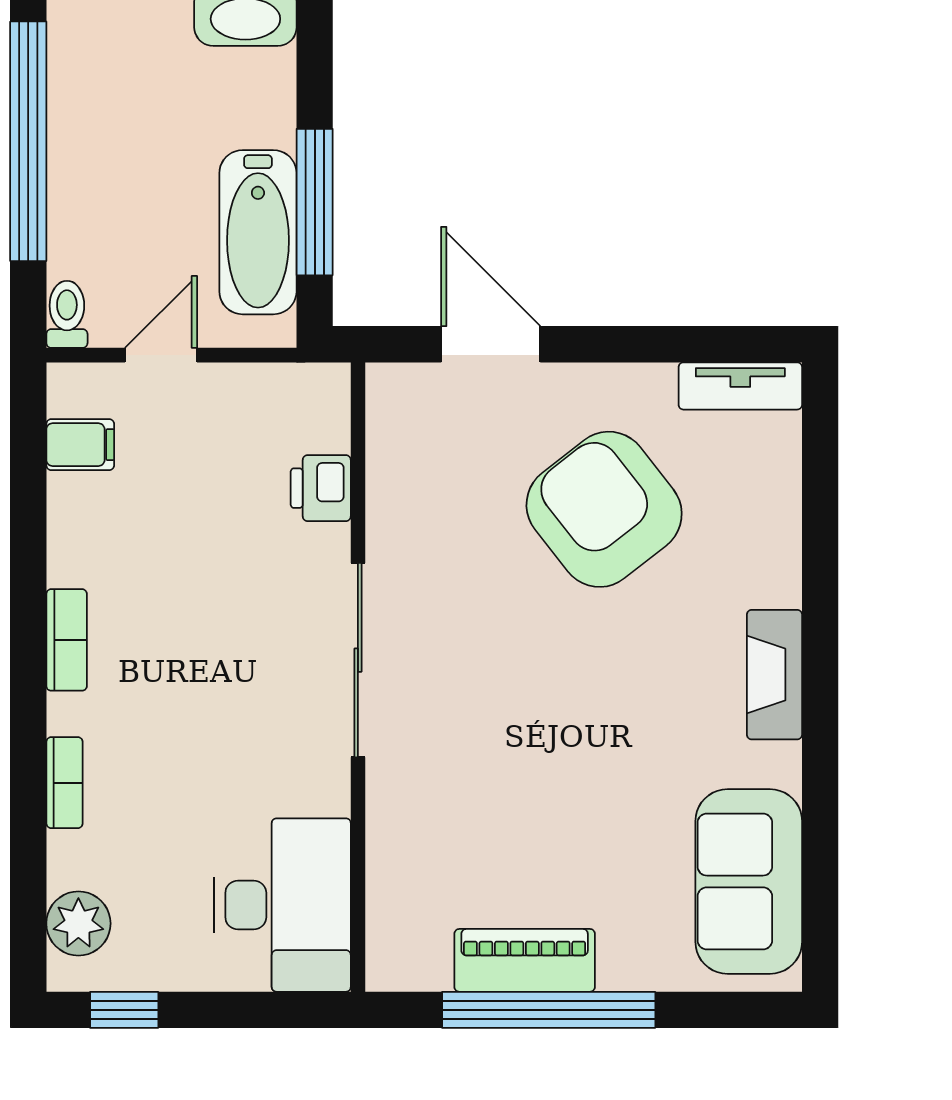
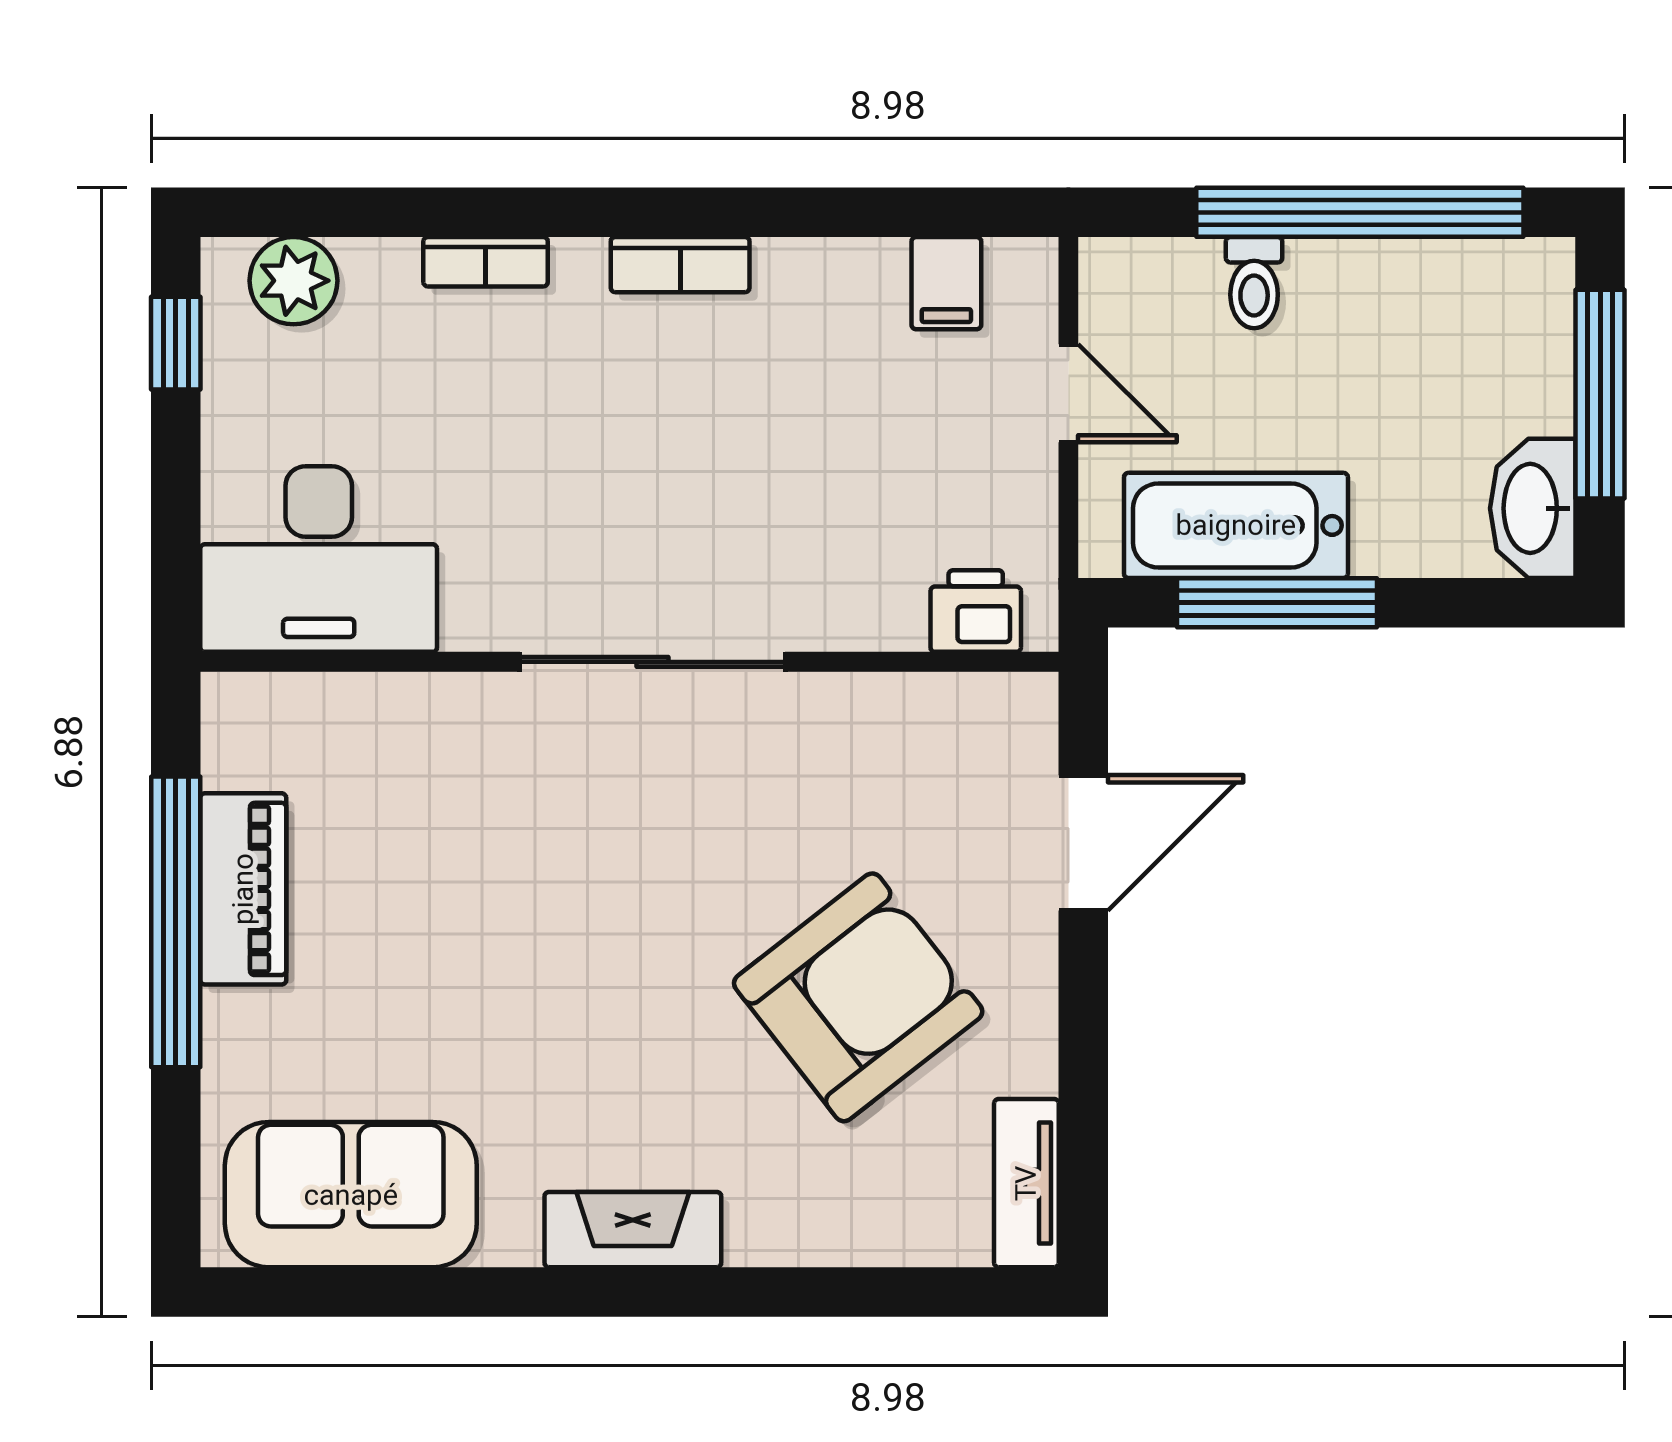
toilet: (67, 314) -> (1254, 283), moved, turned 90
printer: (321, 488) -> (976, 611), moved

